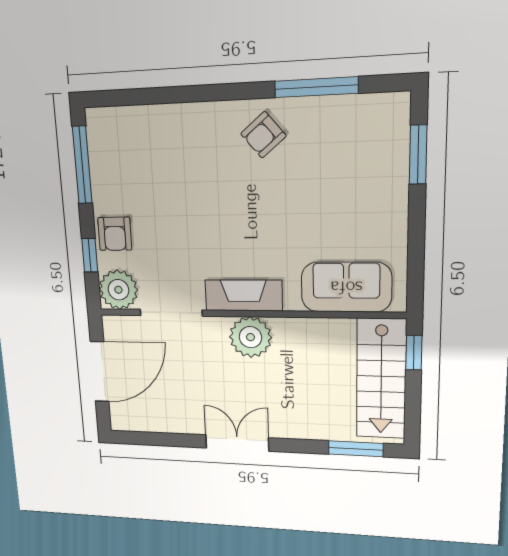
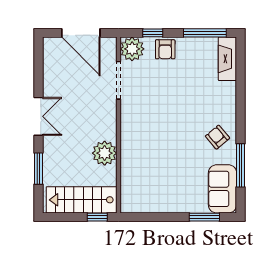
armchair: (115, 234) -> (165, 49), turned -90
sofa: (346, 287) -> (222, 189), moved, turned 180
fireplace: (244, 295) -> (227, 59), moved, turned 180
plant: (250, 337) -> (105, 153), moved
window: (356, 449) -> (38, 169), moved

